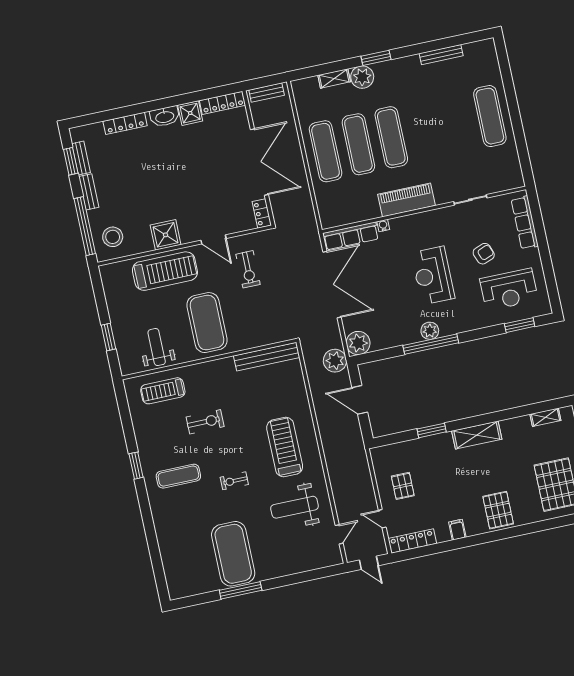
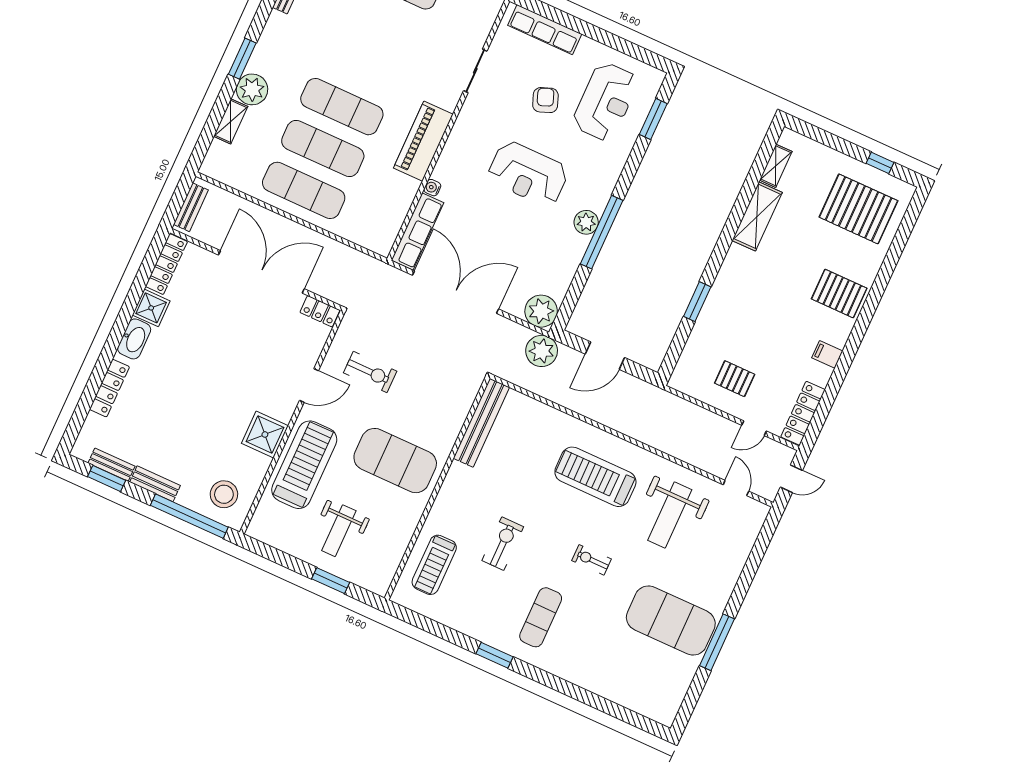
weight bench: (157, 347) -> (339, 531), moved, turned -90
shelving: (477, 435) -> (757, 216), moved
exercise bike: (234, 481) -> (591, 560), turned 90

